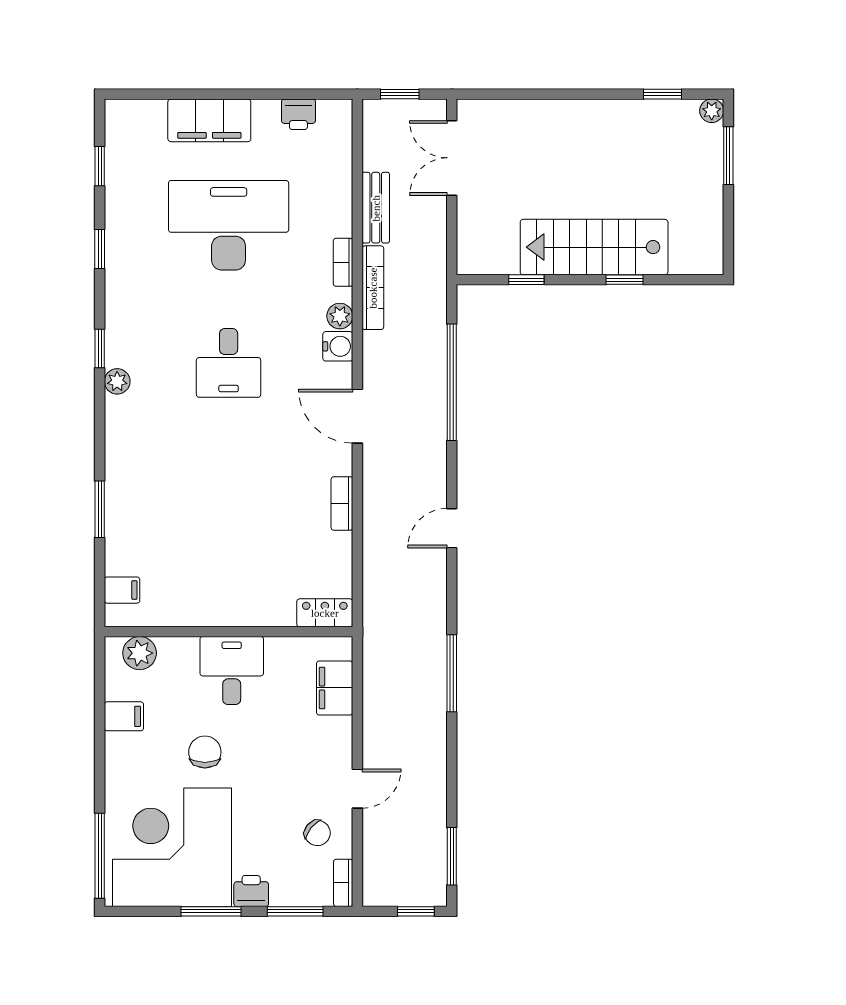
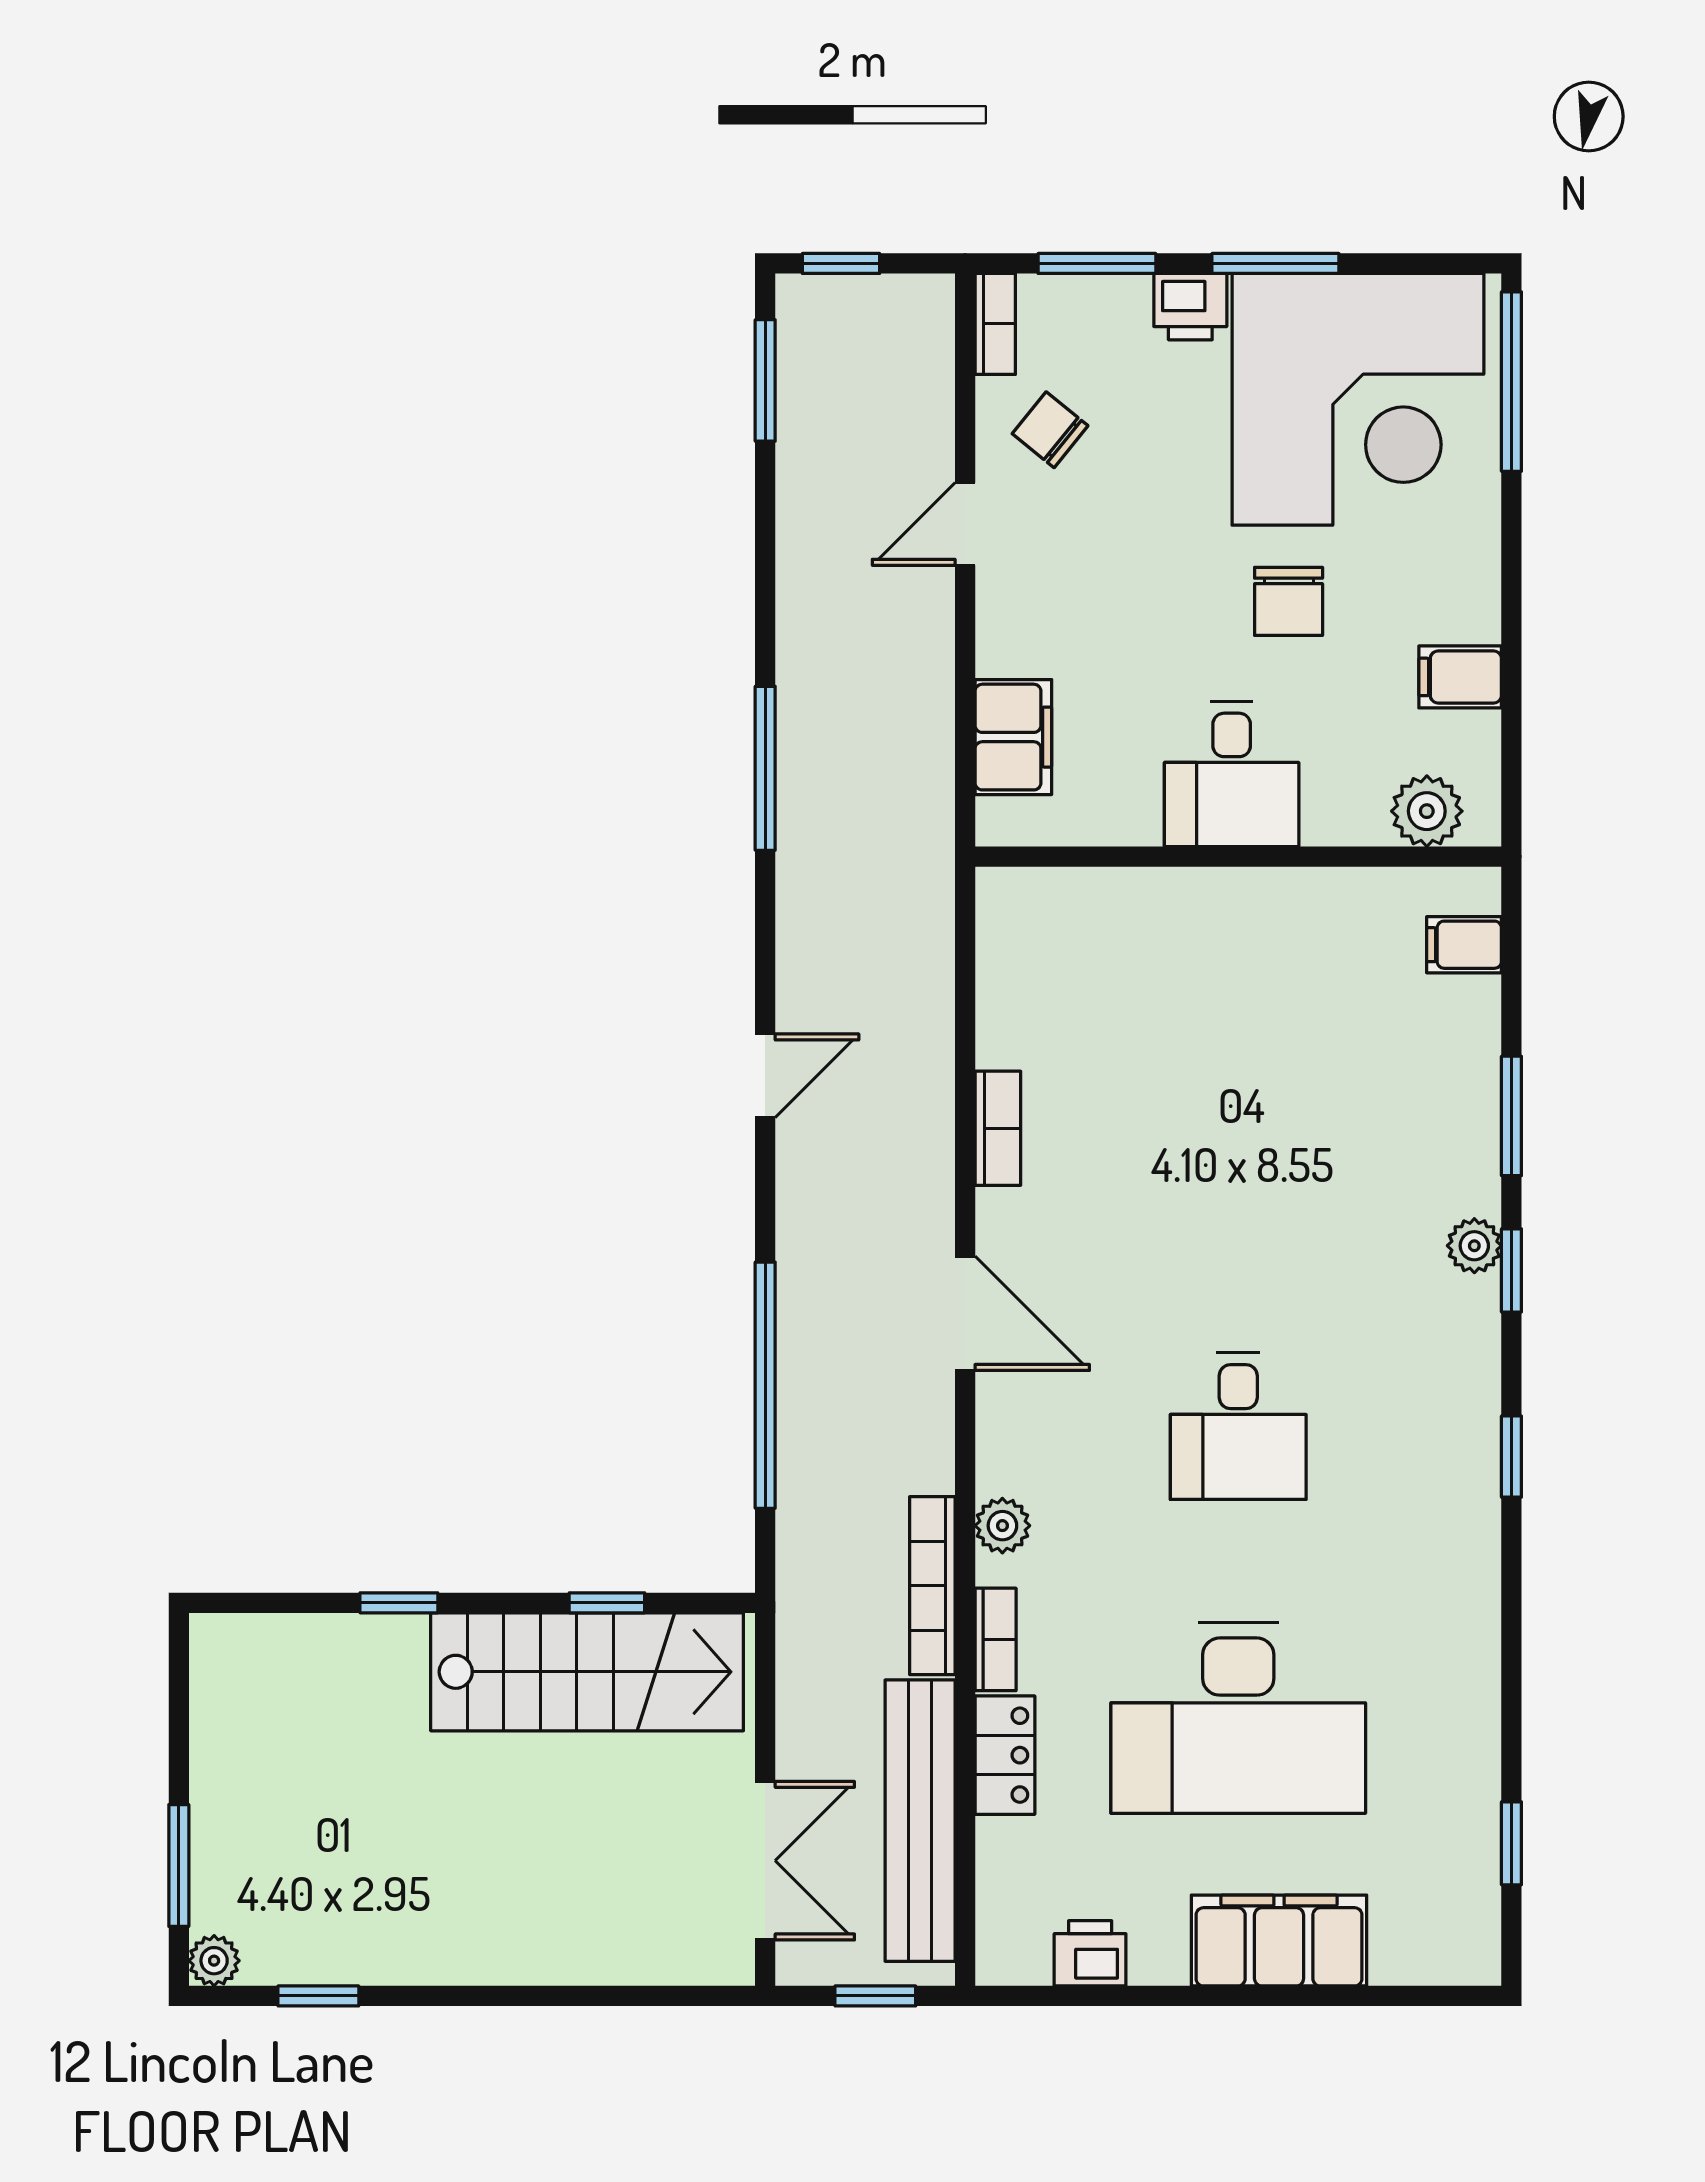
bench: (376, 208) -> (920, 1821), width x1.86, depth x1.21
stairs: (594, 247) -> (587, 1672), moved
window: (100, 249) -> (1511, 1270), moved
water cooler: (338, 346) -> (1007, 1461), removed
desk: (229, 363) -> (1238, 1426), turned 180
plant: (117, 381) -> (1474, 1246), moved
locker: (325, 613) -> (1005, 1755), moved, turned -90

